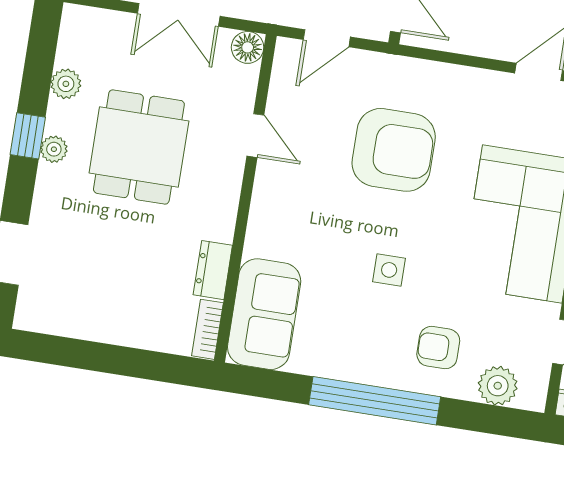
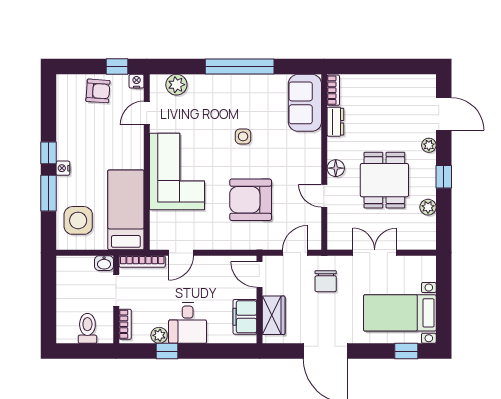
floor lamp: (248, 47) -> (336, 168), moved
plant: (54, 149) -> (429, 145), moved
armchair: (438, 348) -> (211, 100), removed

